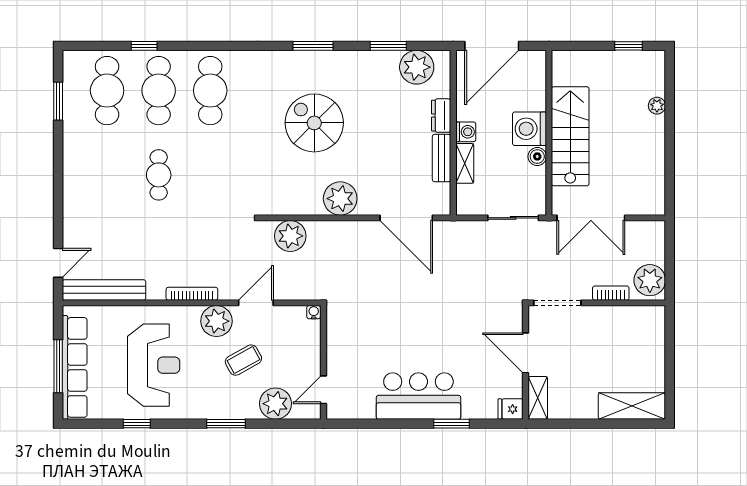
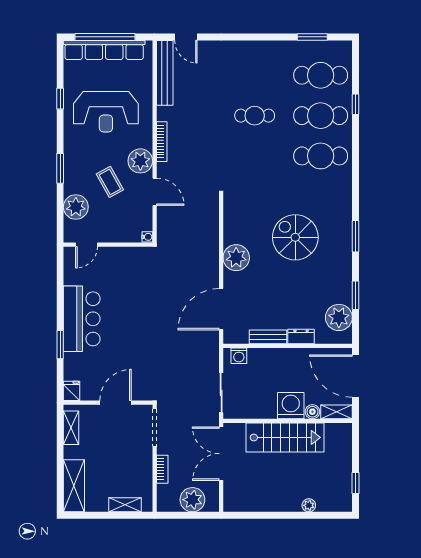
spiral stairs: (314, 123) -> (295, 237), turned -90
washing machine: (466, 132) -> (239, 356), moved
boiler: (537, 156) -> (312, 412), moved
shelving: (465, 163) -> (337, 412), moved
plant: (290, 236) -> (207, 219), removed
plant: (650, 280) -> (192, 500), moved
shelving: (656, 341) -> (125, 505), added
window: (58, 366) -> (105, 37), width x1.46
door: (323, 390) -> (87, 245), swing flipped
shelving: (538, 398) -> (71, 428), moved, turned 90

